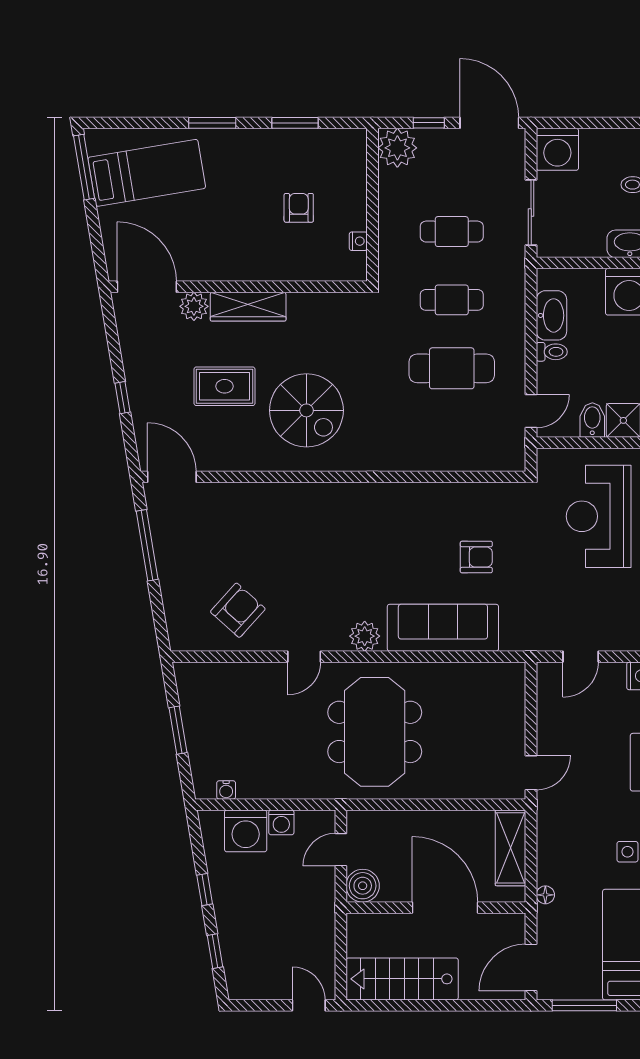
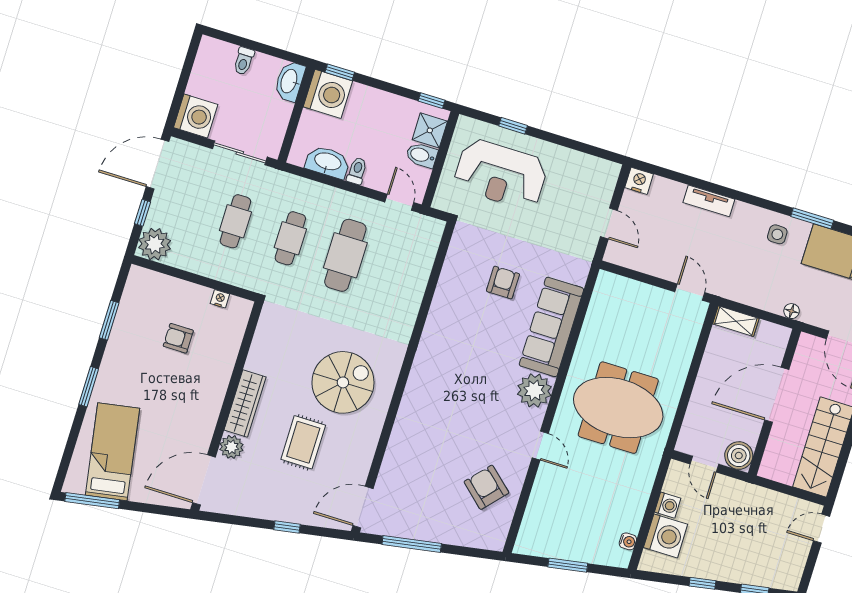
plant: (365, 636) -> (534, 391), width x1.36, depth x1.36
shelving: (511, 848) -> (736, 321), width x0.67, depth x0.75

